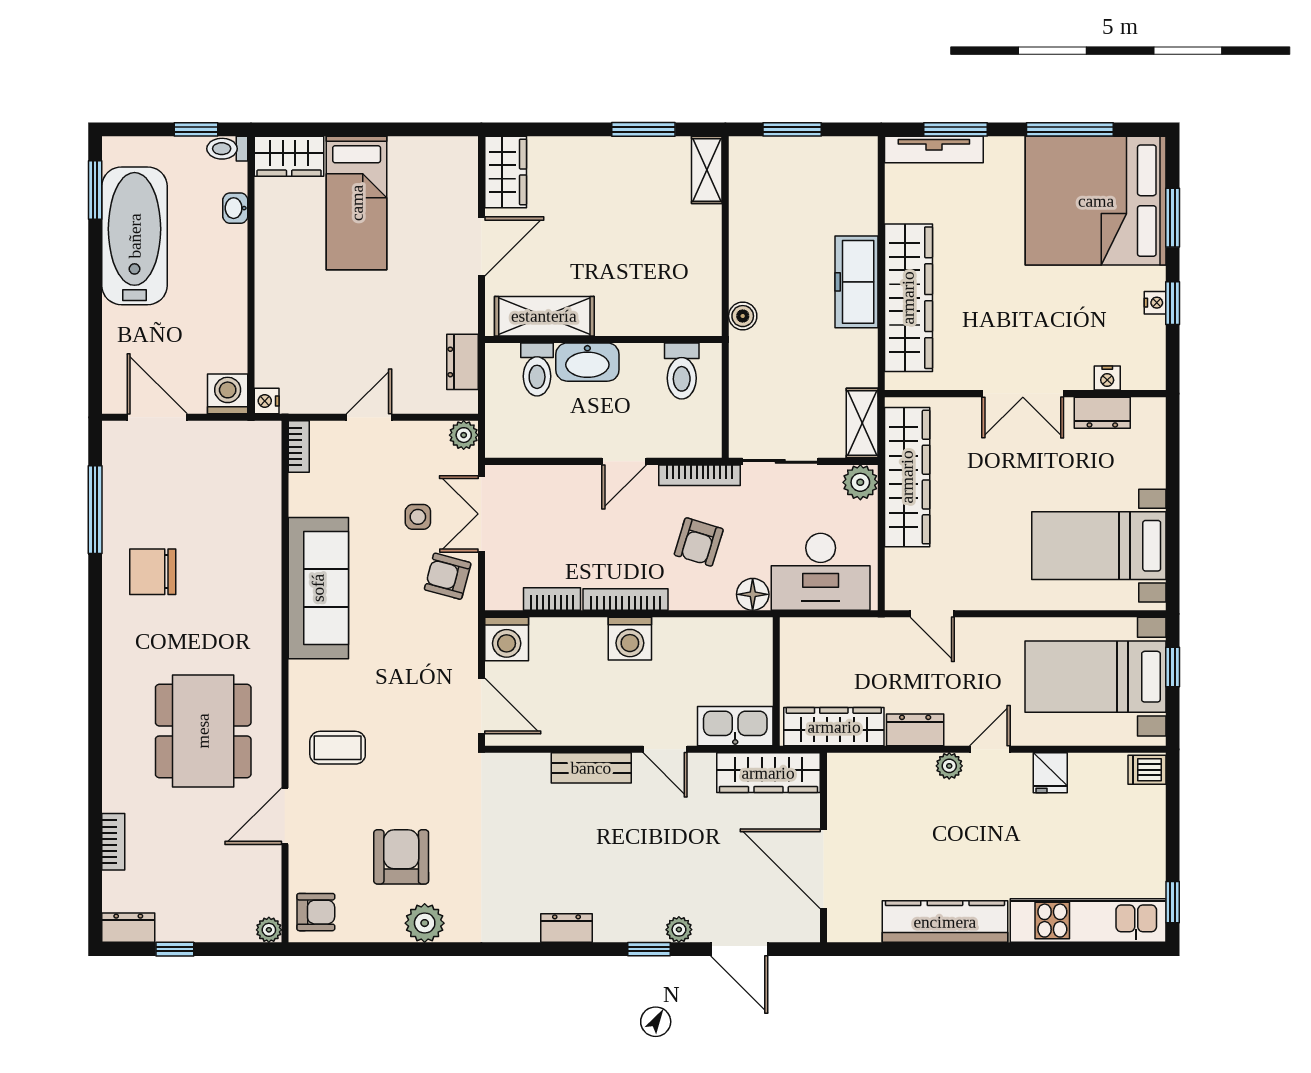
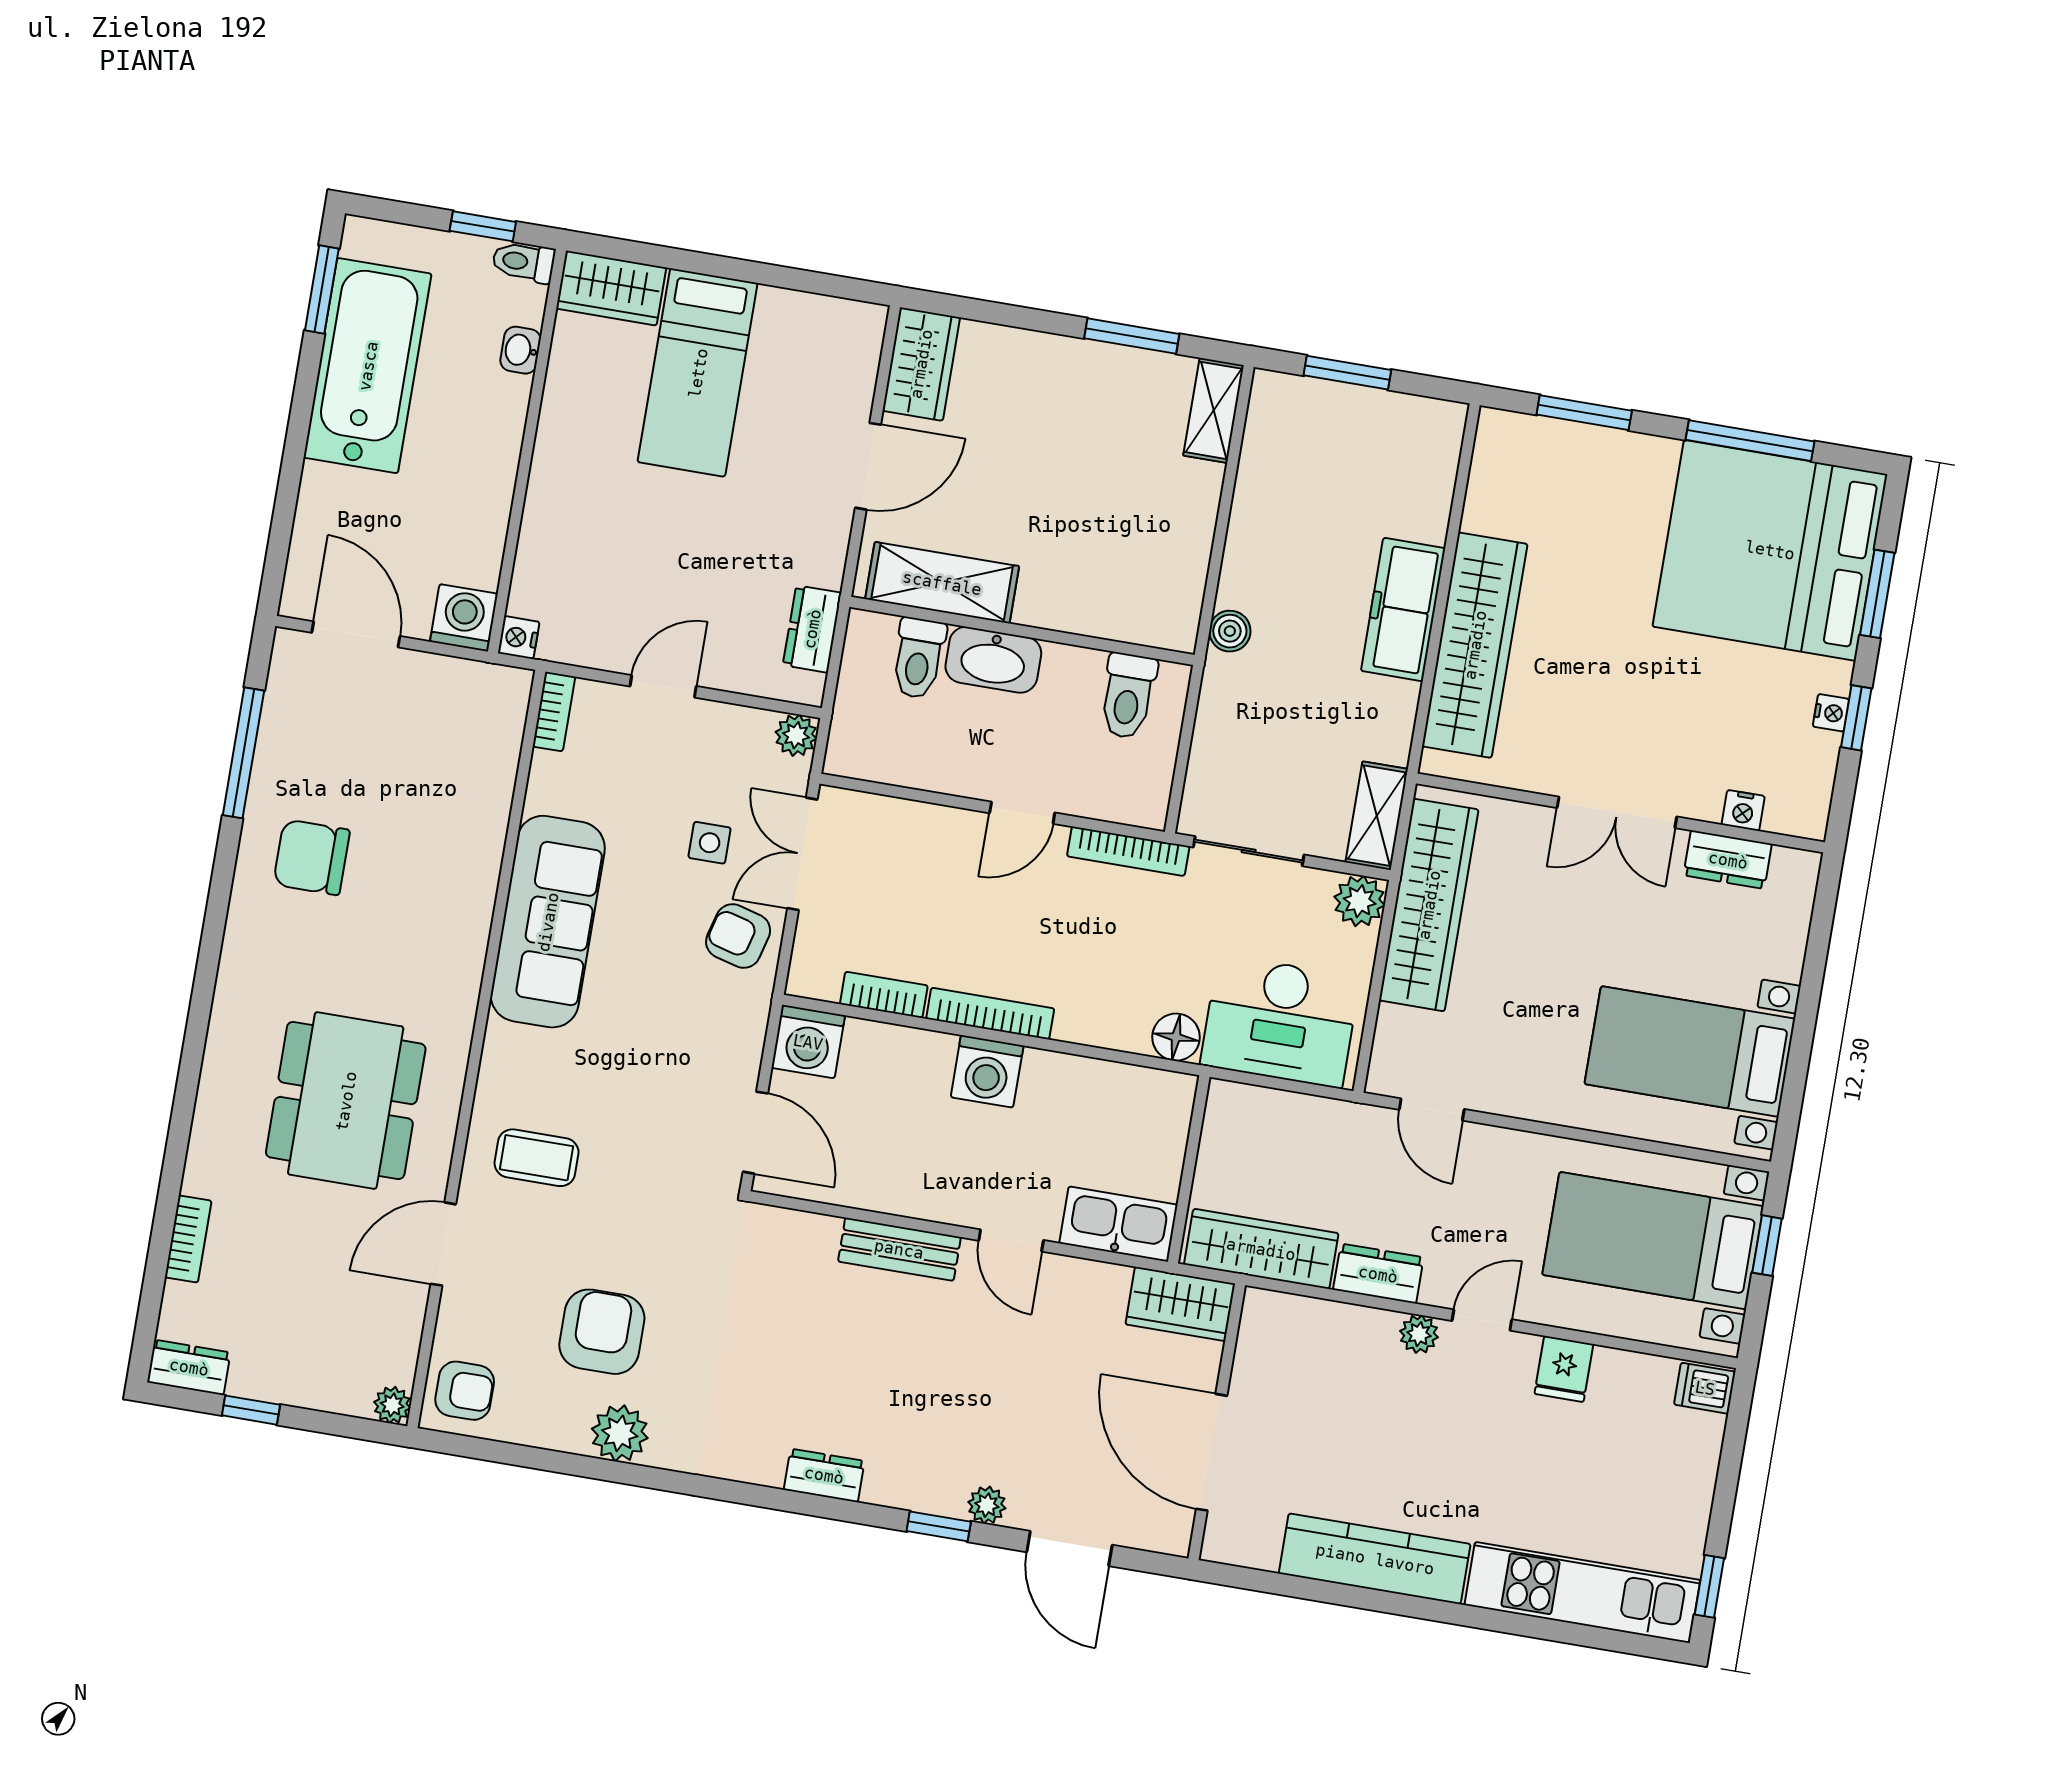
tv unit: (934, 149) -> (1548, 437), removed
armchair: (699, 542) -> (1111, 948), removed
wardrobe: (768, 773) -> (1180, 1304), width x0.67

